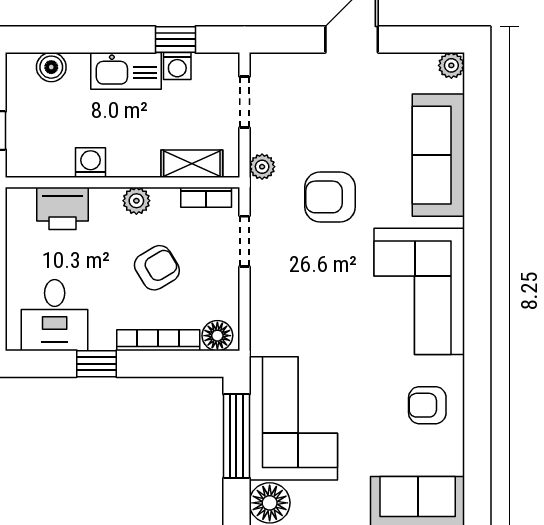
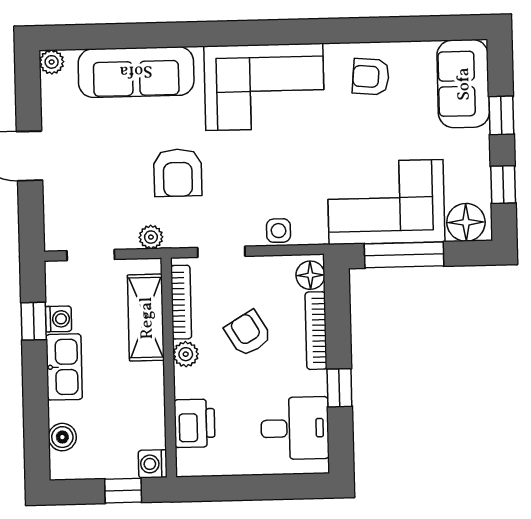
washing machine: (91, 163) -> (153, 464), moved
shelving: (192, 164) -> (146, 318), width x1.50, depth x1.33
bookcase: (206, 197) -> (181, 302), width x1.56
side table: (266, 303) -> (279, 231), added
armchair: (427, 405) -> (371, 77), turned 95

